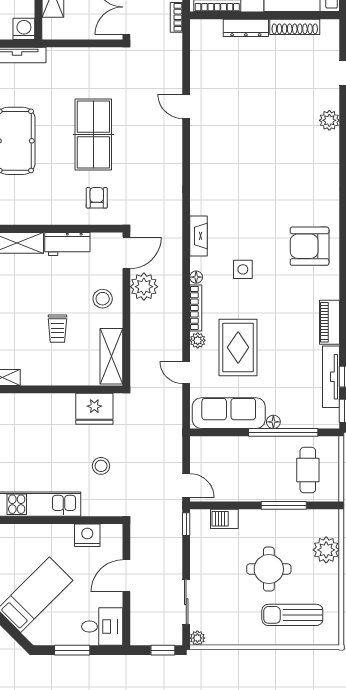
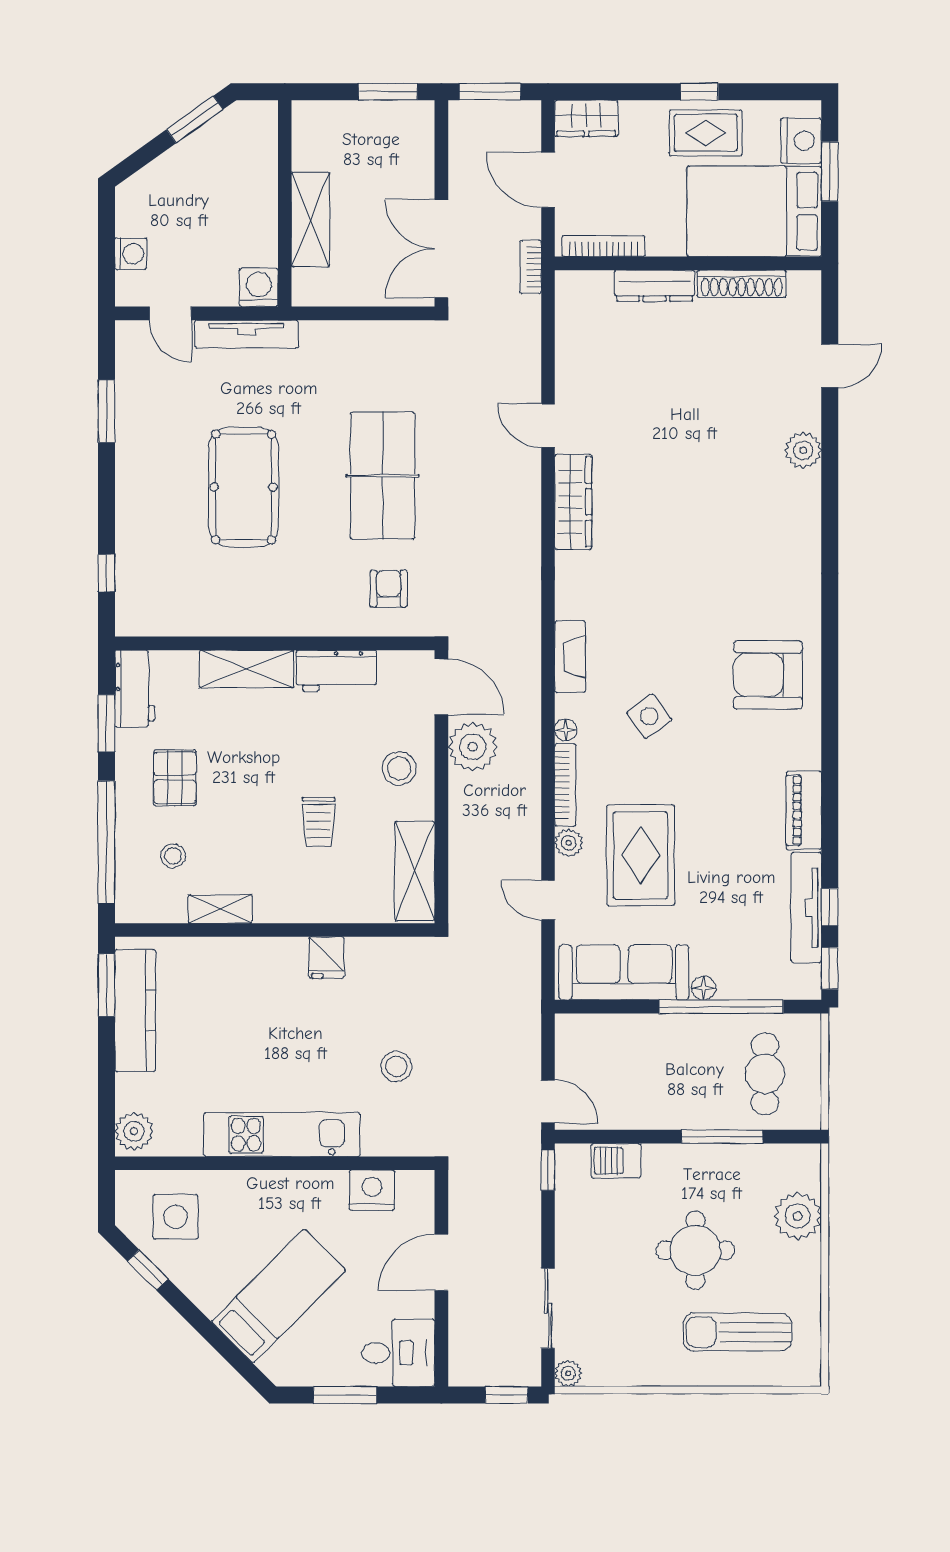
wardrobe: (200, 149) -> (573, 502), added
door: (126, 253) -> (441, 687), hinge flipped
side table: (243, 269) -> (649, 716), turned -36
fridge: (94, 409) -> (326, 957), moved, width x0.53, depth x0.75

